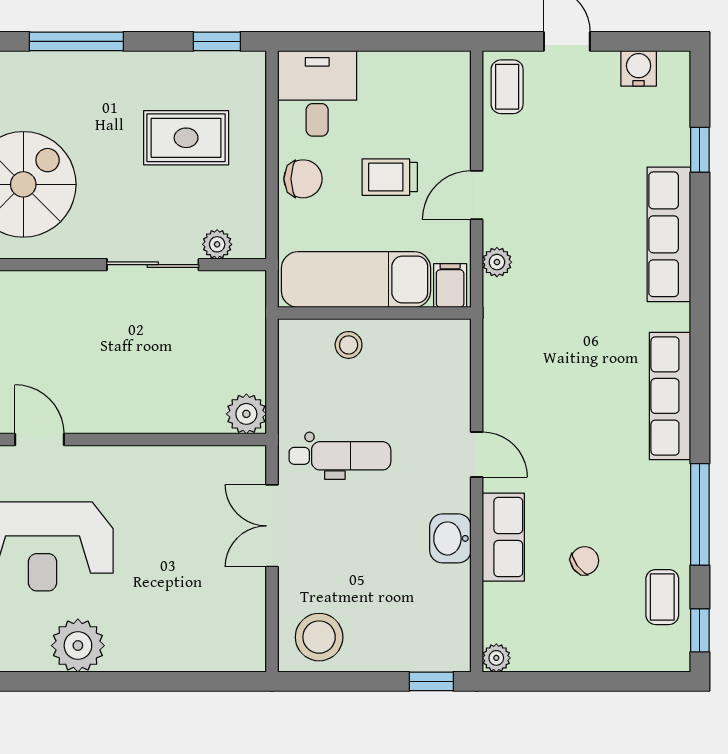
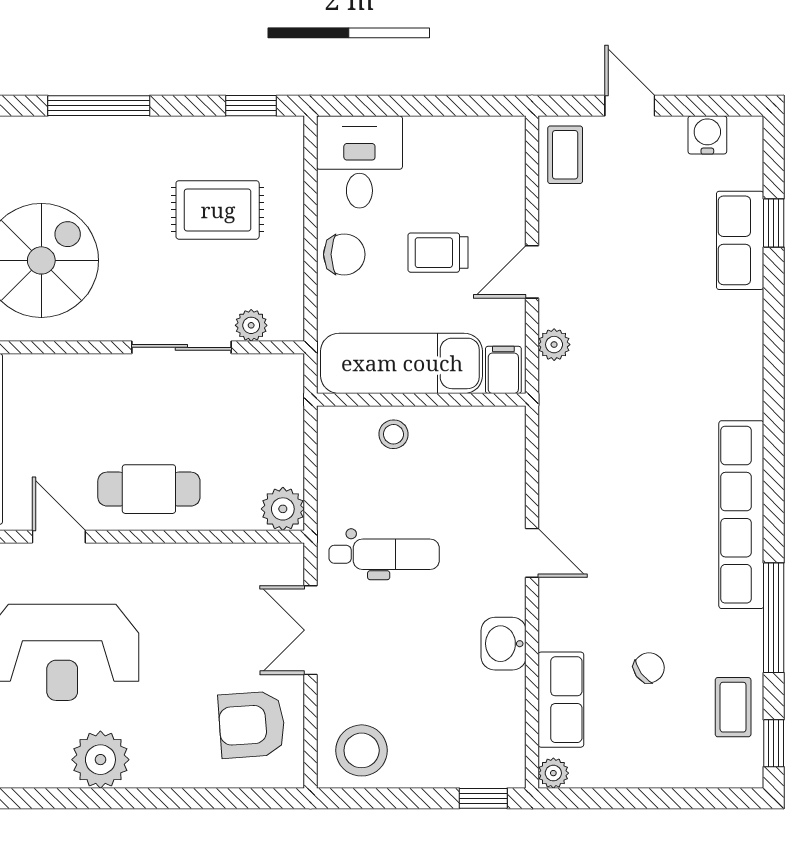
row of seats: (669, 234) -> (740, 240), moved, width x0.68
cafe table: (123, 396) -> (149, 489), added
row of seats: (670, 396) -> (741, 515), width x1.36
row of seats: (503, 537) -> (561, 700), moved
armchair: (218, 613) -> (252, 725), added

